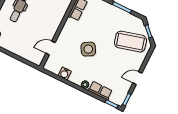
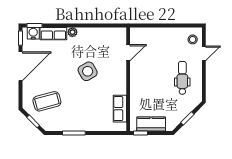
coffee table: (130, 42) -> (47, 101), width x0.73, depth x0.76
water cooler: (65, 73) -> (33, 33), moved
door: (137, 78) -> (21, 66), width x1.88

